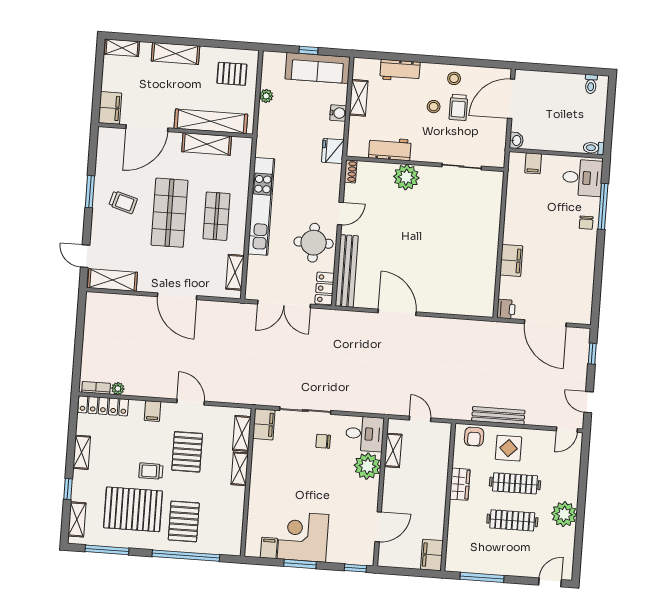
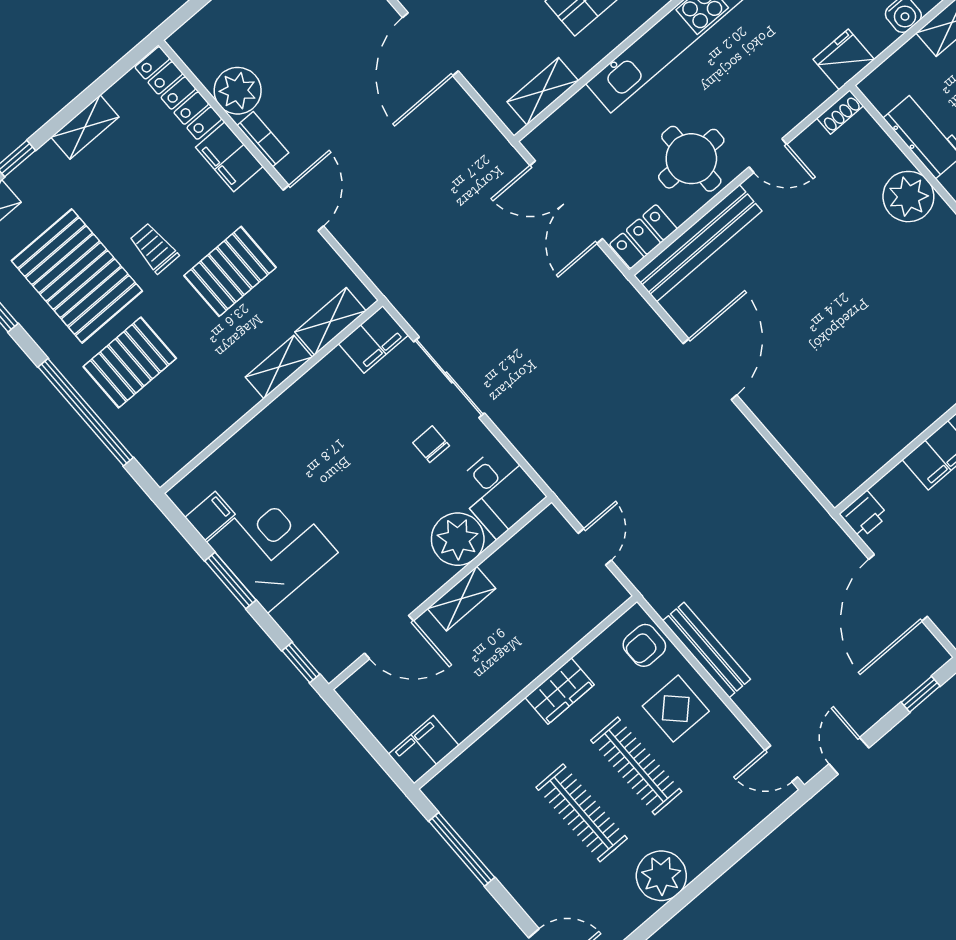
bookcase: (96, 388) -> (263, 139), moved
plant: (118, 389) -> (238, 91), width x1.88, depth x1.88
filing cabinet: (153, 411) -> (229, 157), width x2.00
shelving: (393, 450) -> (462, 599), moved

